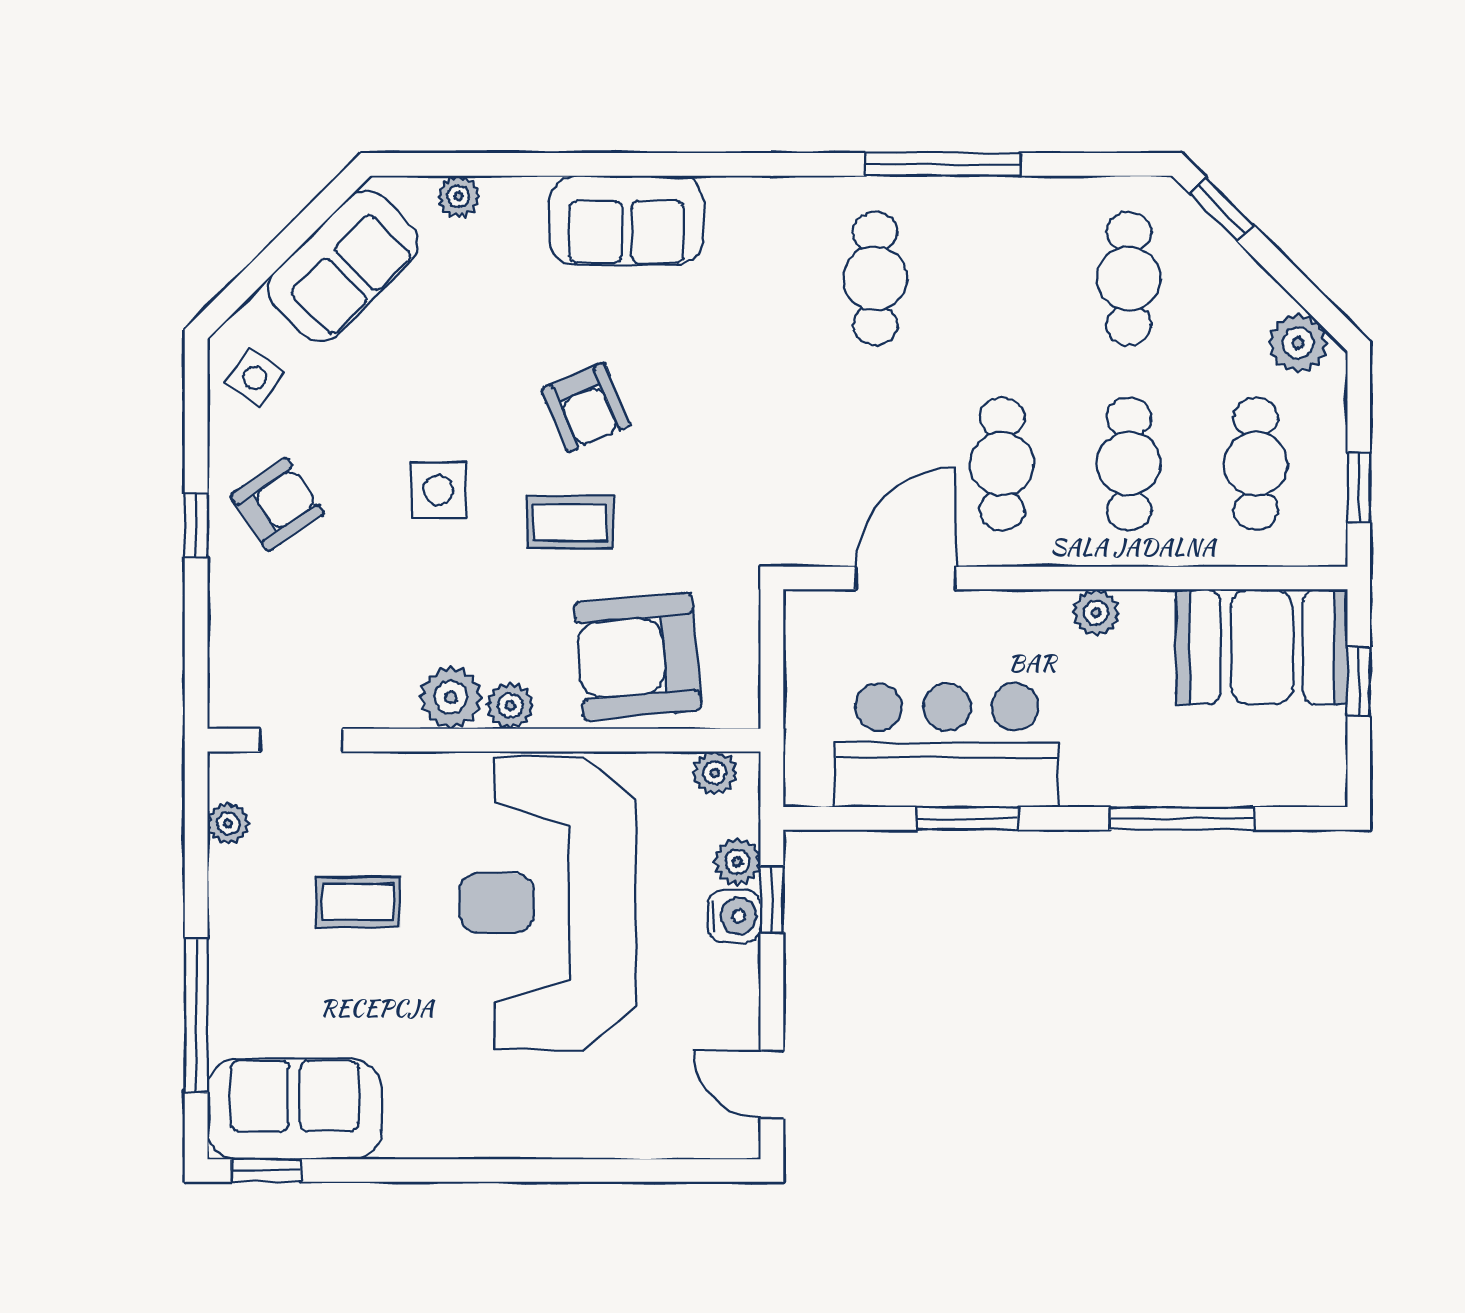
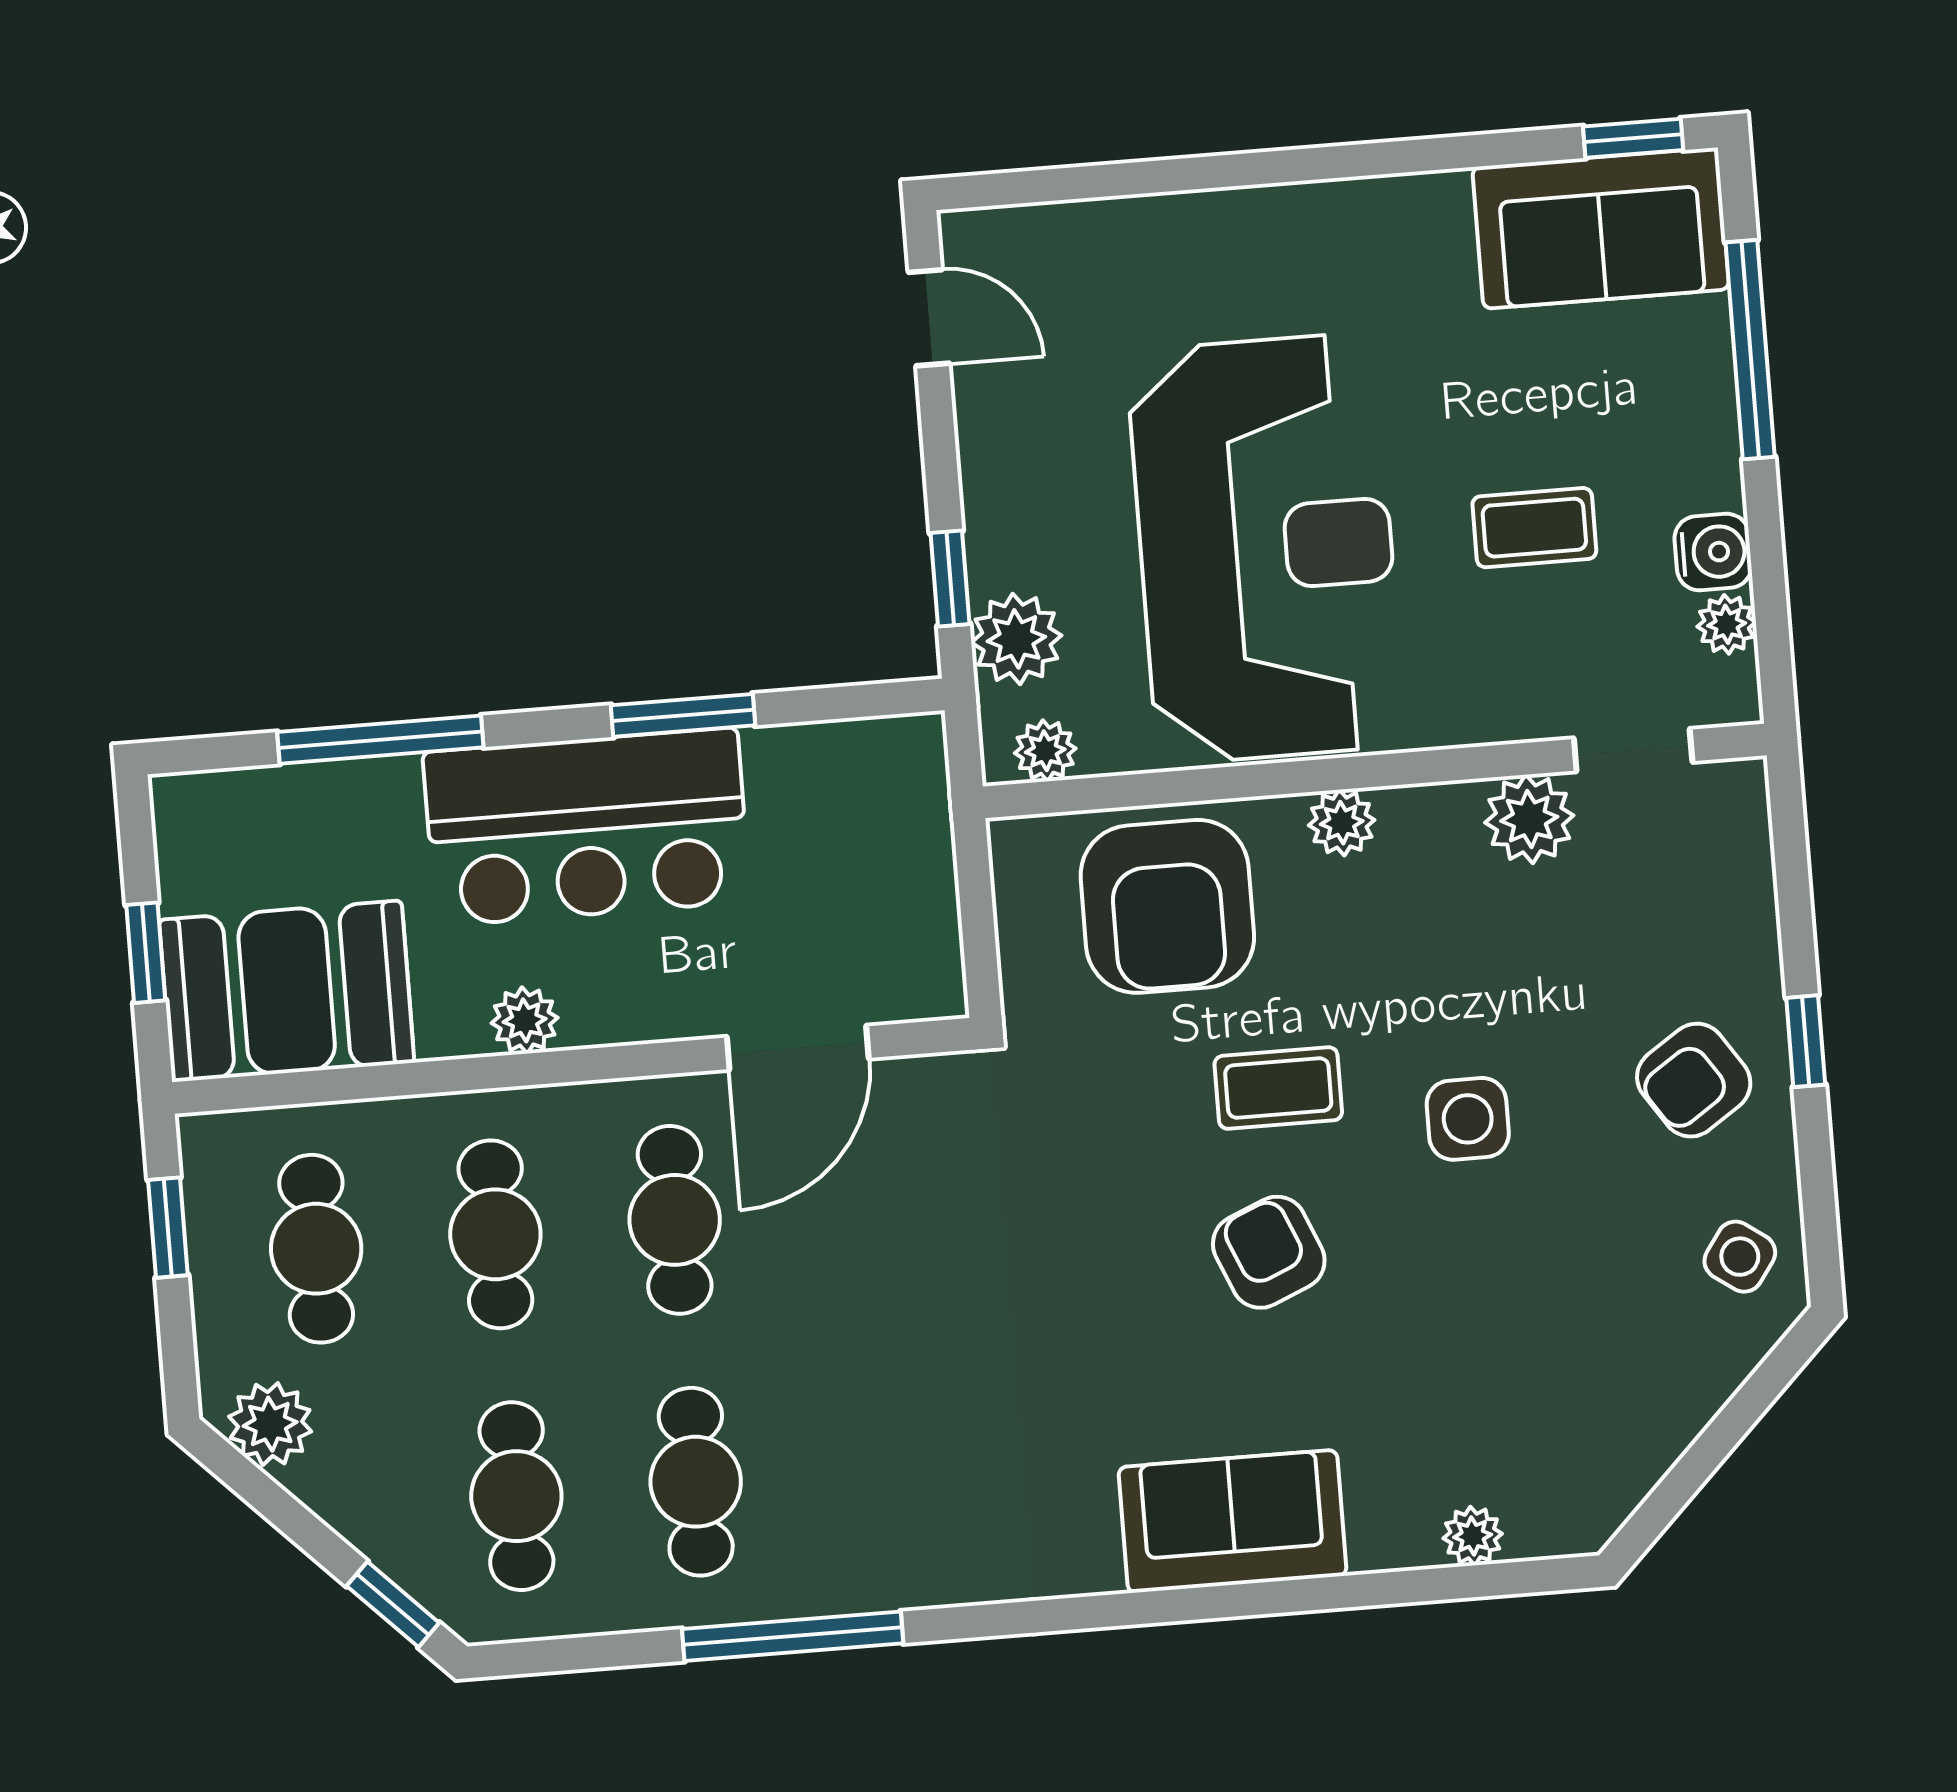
sofa: (343, 266) -> (1628, 1424), removed
cafe table: (875, 279) -> (696, 1482), moved
armchair: (638, 657) -> (1167, 906), turned 95
plant: (451, 698) -> (1529, 819), moved
bar counter: (947, 745) -> (587, 827), moved
plant: (737, 862) -> (1016, 639), width x1.38, depth x1.38
water cooler: (734, 916) -> (1713, 552), moved, turned 180

